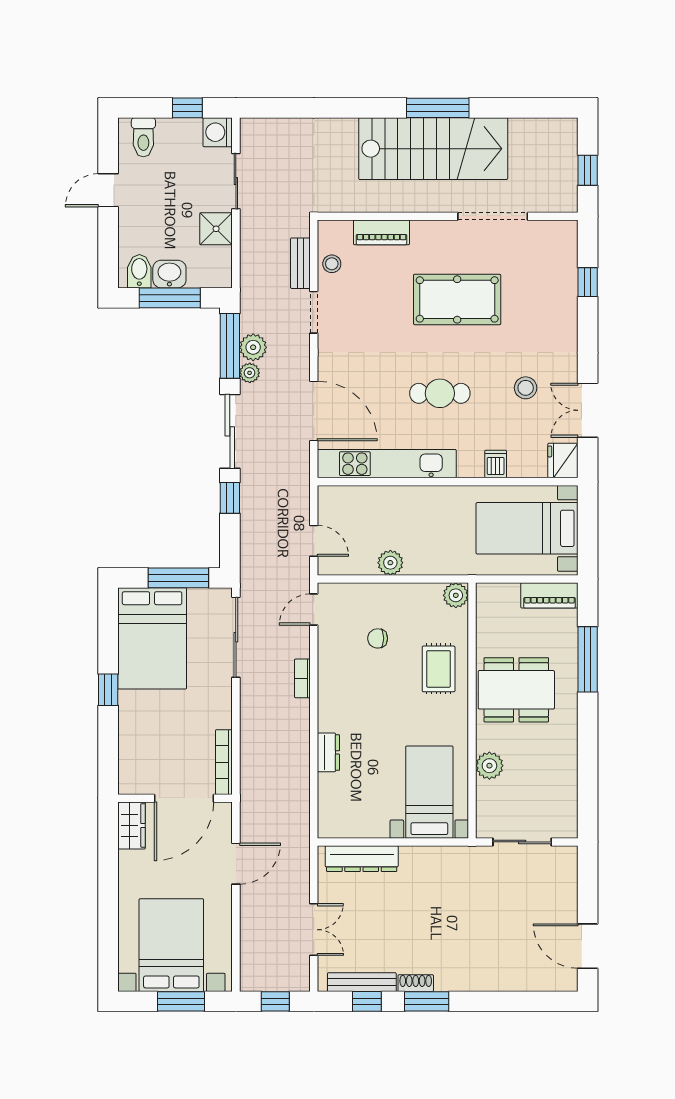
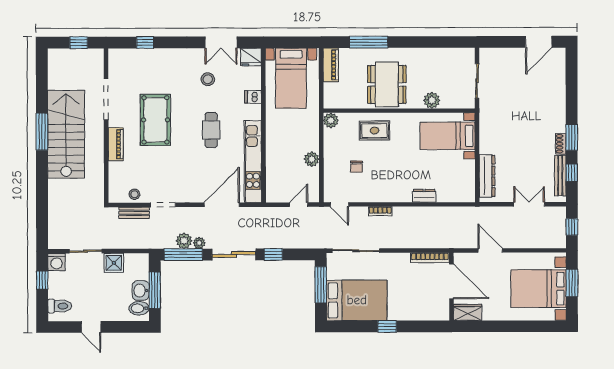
piano: (381, 232) -> (116, 144), moved

